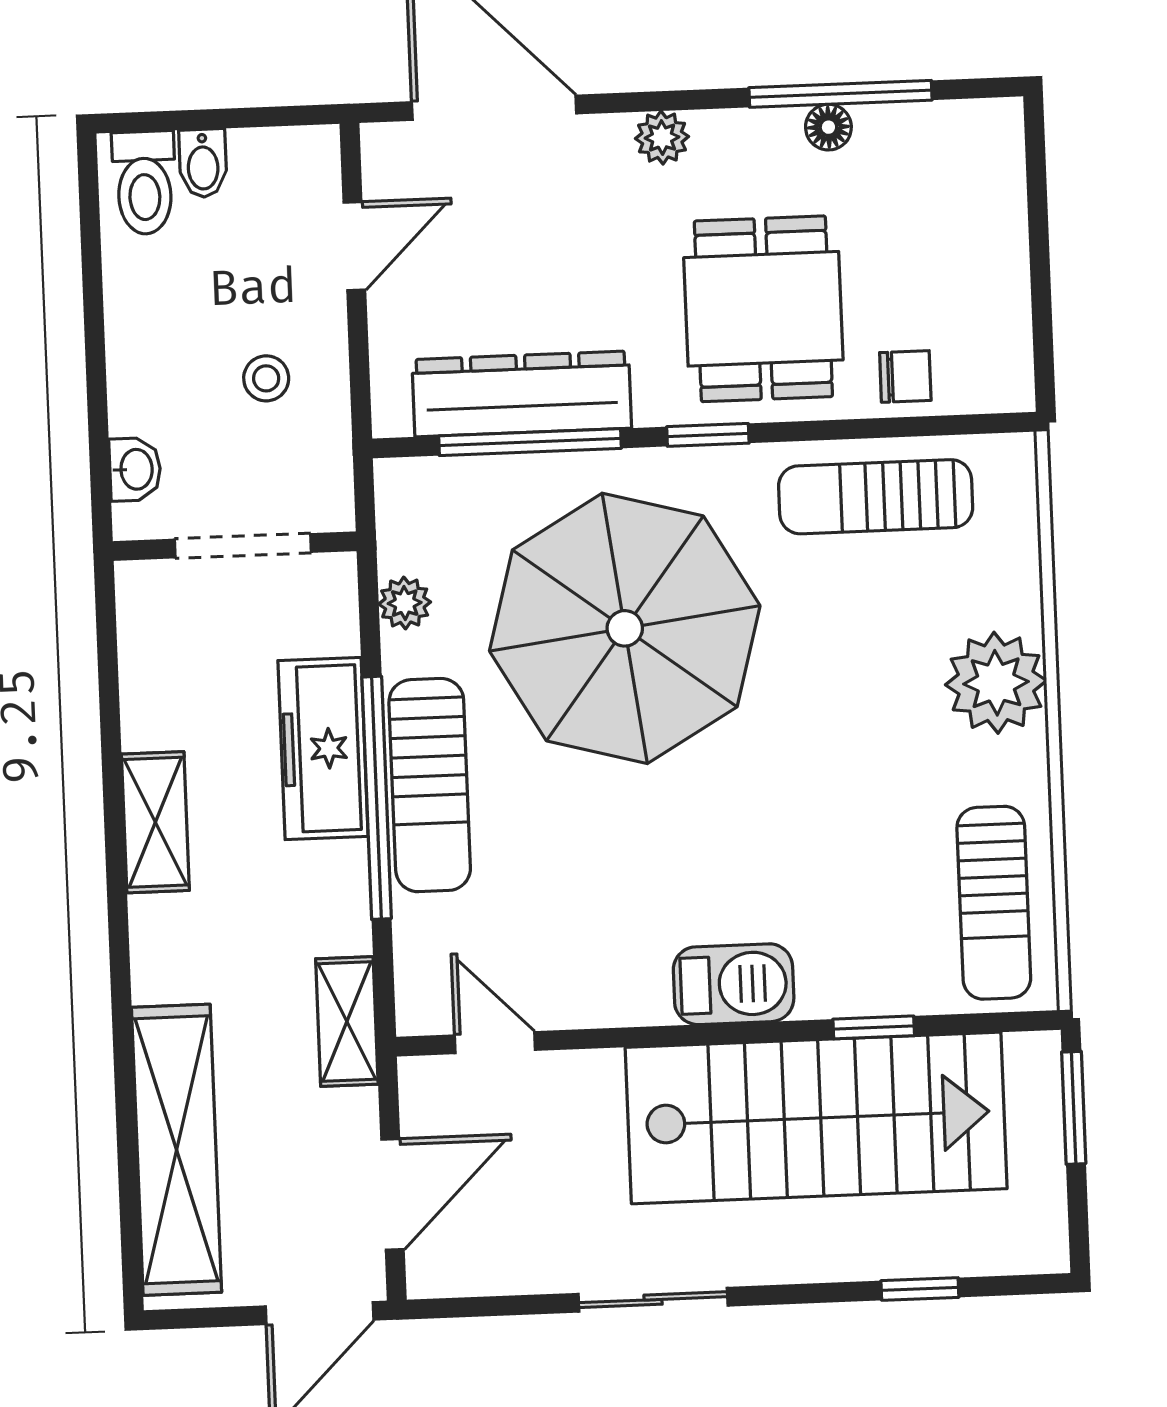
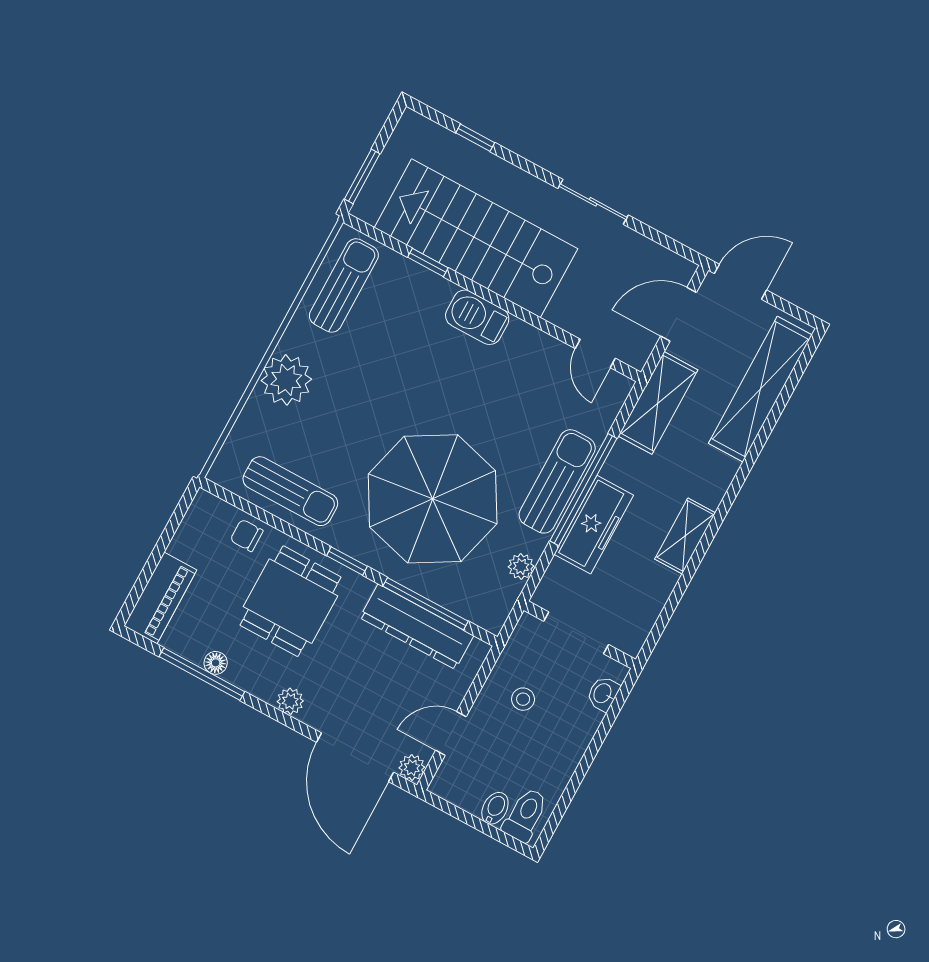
plant: (386, 148) -> (412, 768), added
piano: (989, 182) -> (160, 598), added
shelving: (347, 1022) -> (658, 403), width x1.50, depth x1.33

